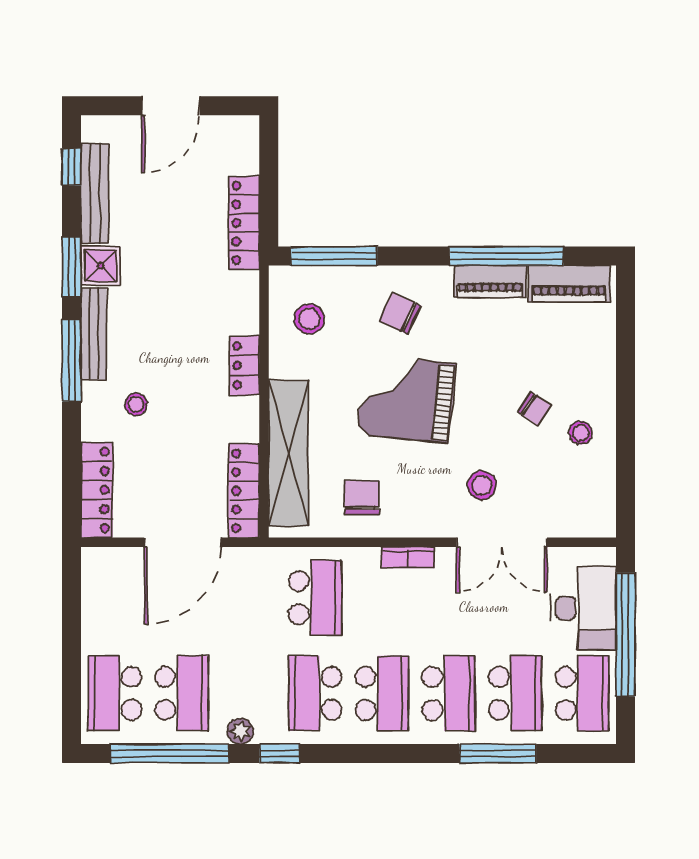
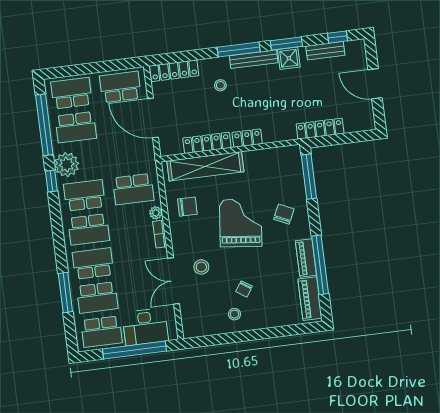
bench: (95, 194) -> (325, 51), width x0.73
stool: (309, 319) -> (275, 168), removed
locker: (244, 491) -> (207, 143), moved
plant: (366, 560) -> (156, 213), added
school desk: (115, 598) -> (120, 87), added
school desk: (449, 693) -> (93, 263), turned 180
plant: (240, 731) -> (67, 165), width x1.88, depth x1.88

